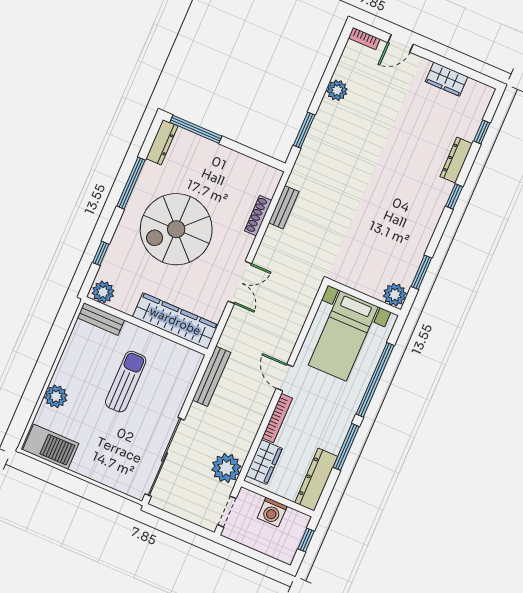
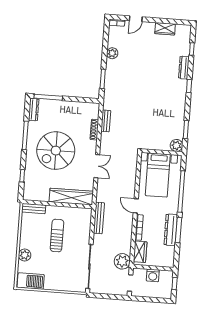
plant: (103, 292) -> (30, 195), removed
dresser: (316, 480) -> (171, 230), moved

